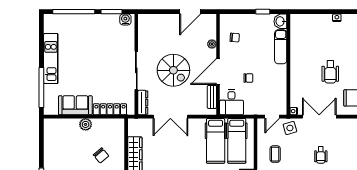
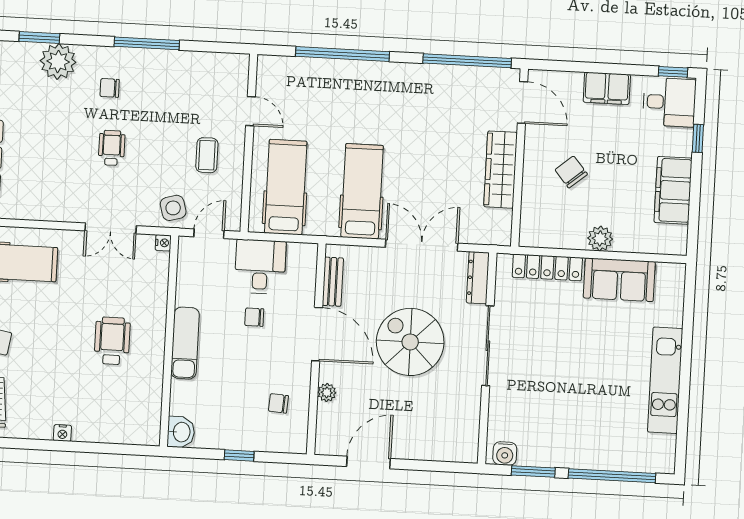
window: (263, 12) -> (239, 456), moved
exam couch: (281, 47) -> (185, 343), moved
door: (218, 72) -> (317, 334), hinge flipped
wheelchair: (330, 72) -> (112, 341), moved
window: (41, 88) -> (688, 321), removed
desk: (232, 102) -> (260, 267), moved
double door: (319, 117) -> (111, 228), width x0.73
hospital bed: (216, 141) -> (362, 191), moved
filing cabinet: (52, 149) -> (673, 190), added

